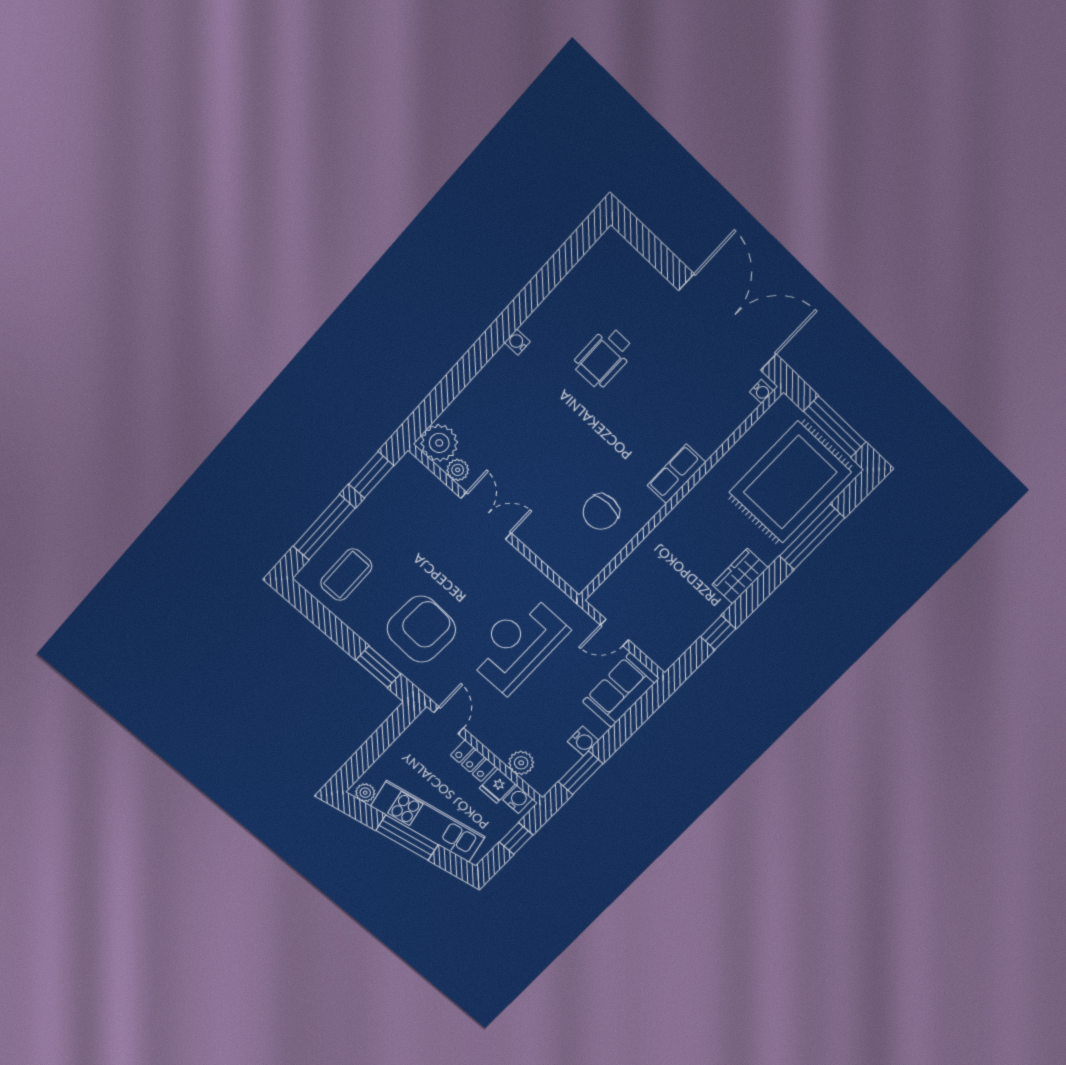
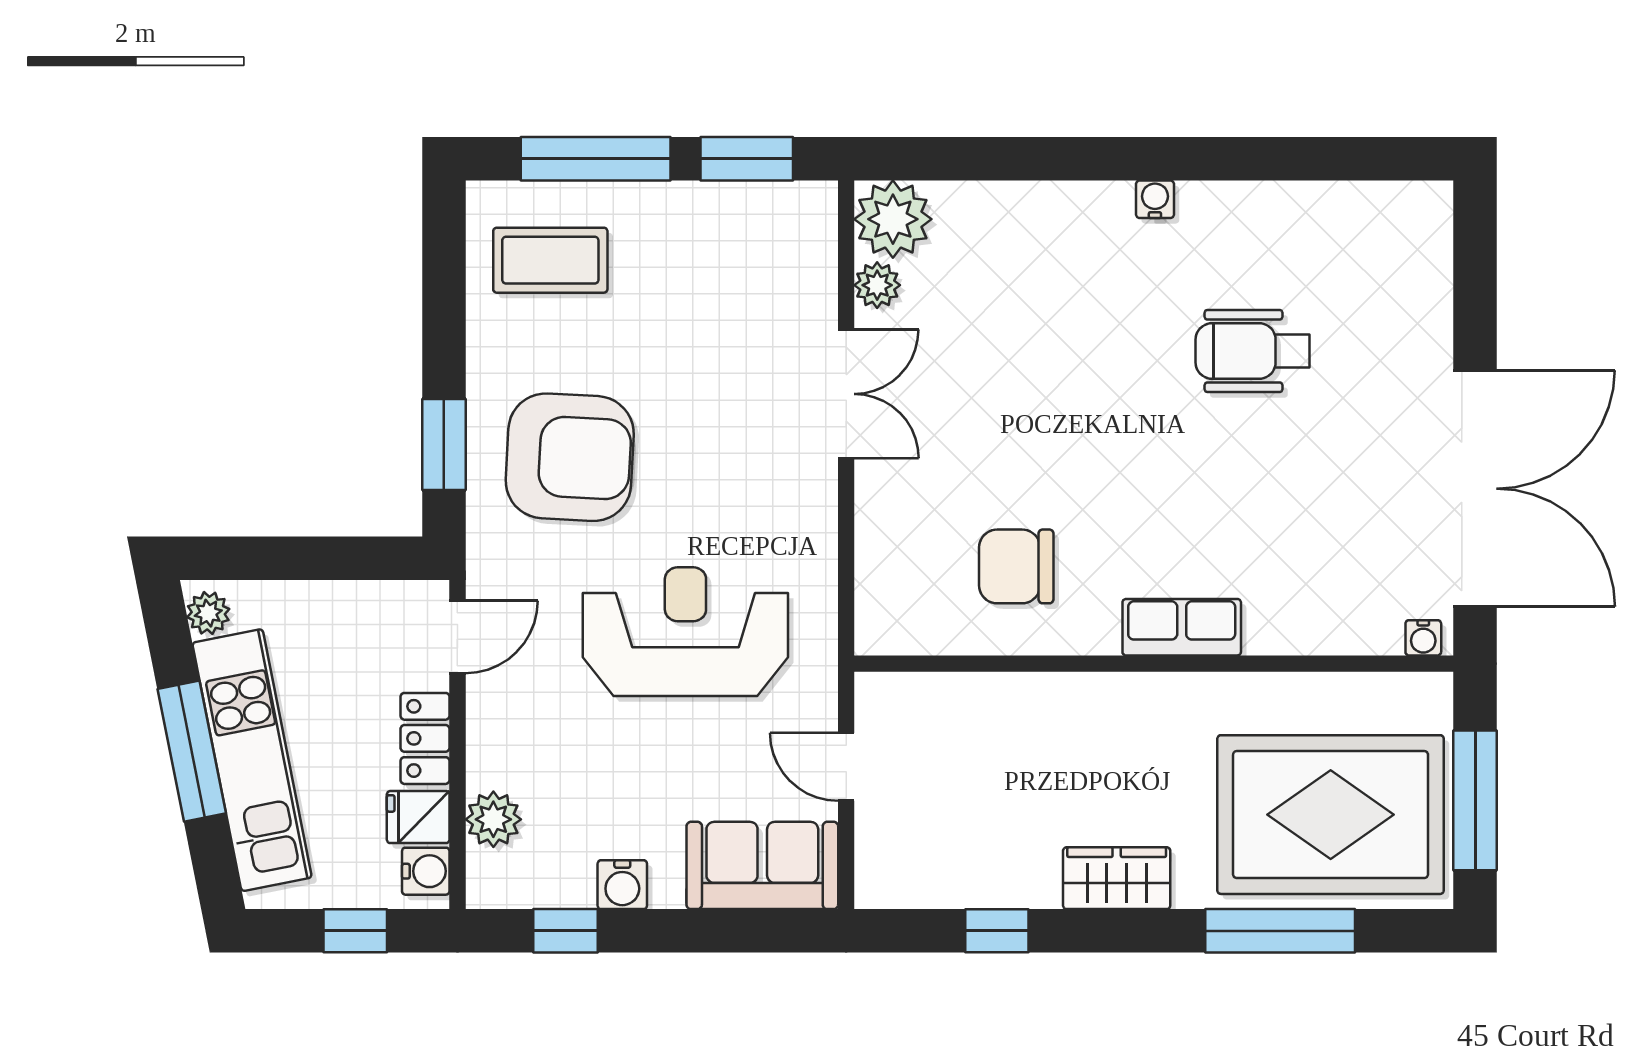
window: (581, 773) -> (566, 931), width x0.67

